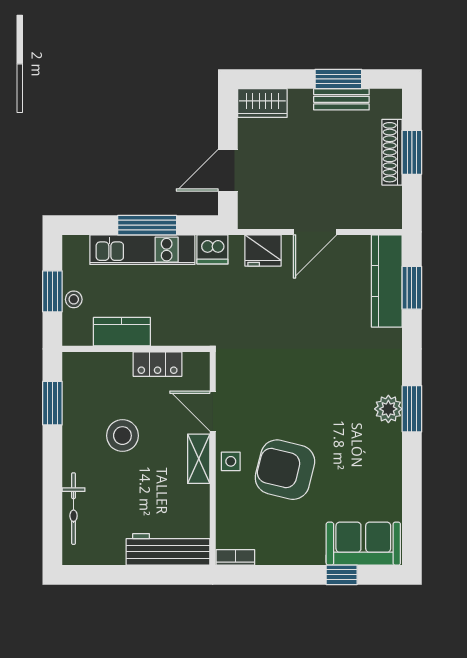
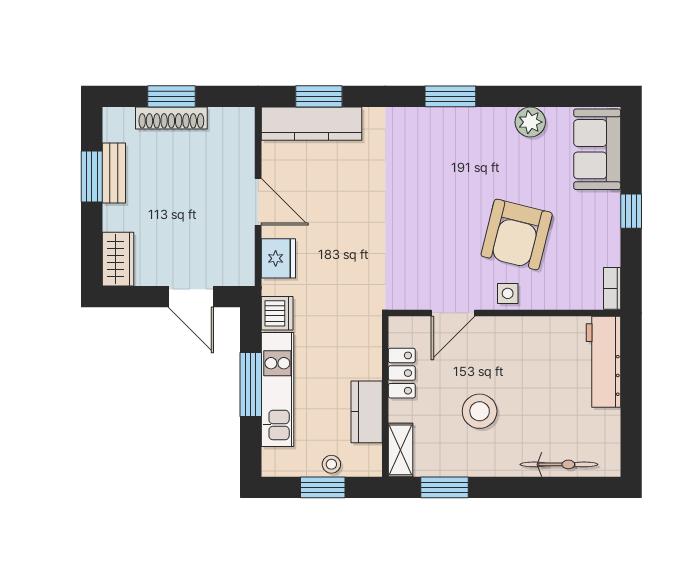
plant: (388, 409) -> (530, 122), moved
shelving: (199, 459) -> (401, 450), moved, turned 90
window: (342, 575) -> (631, 211), moved

